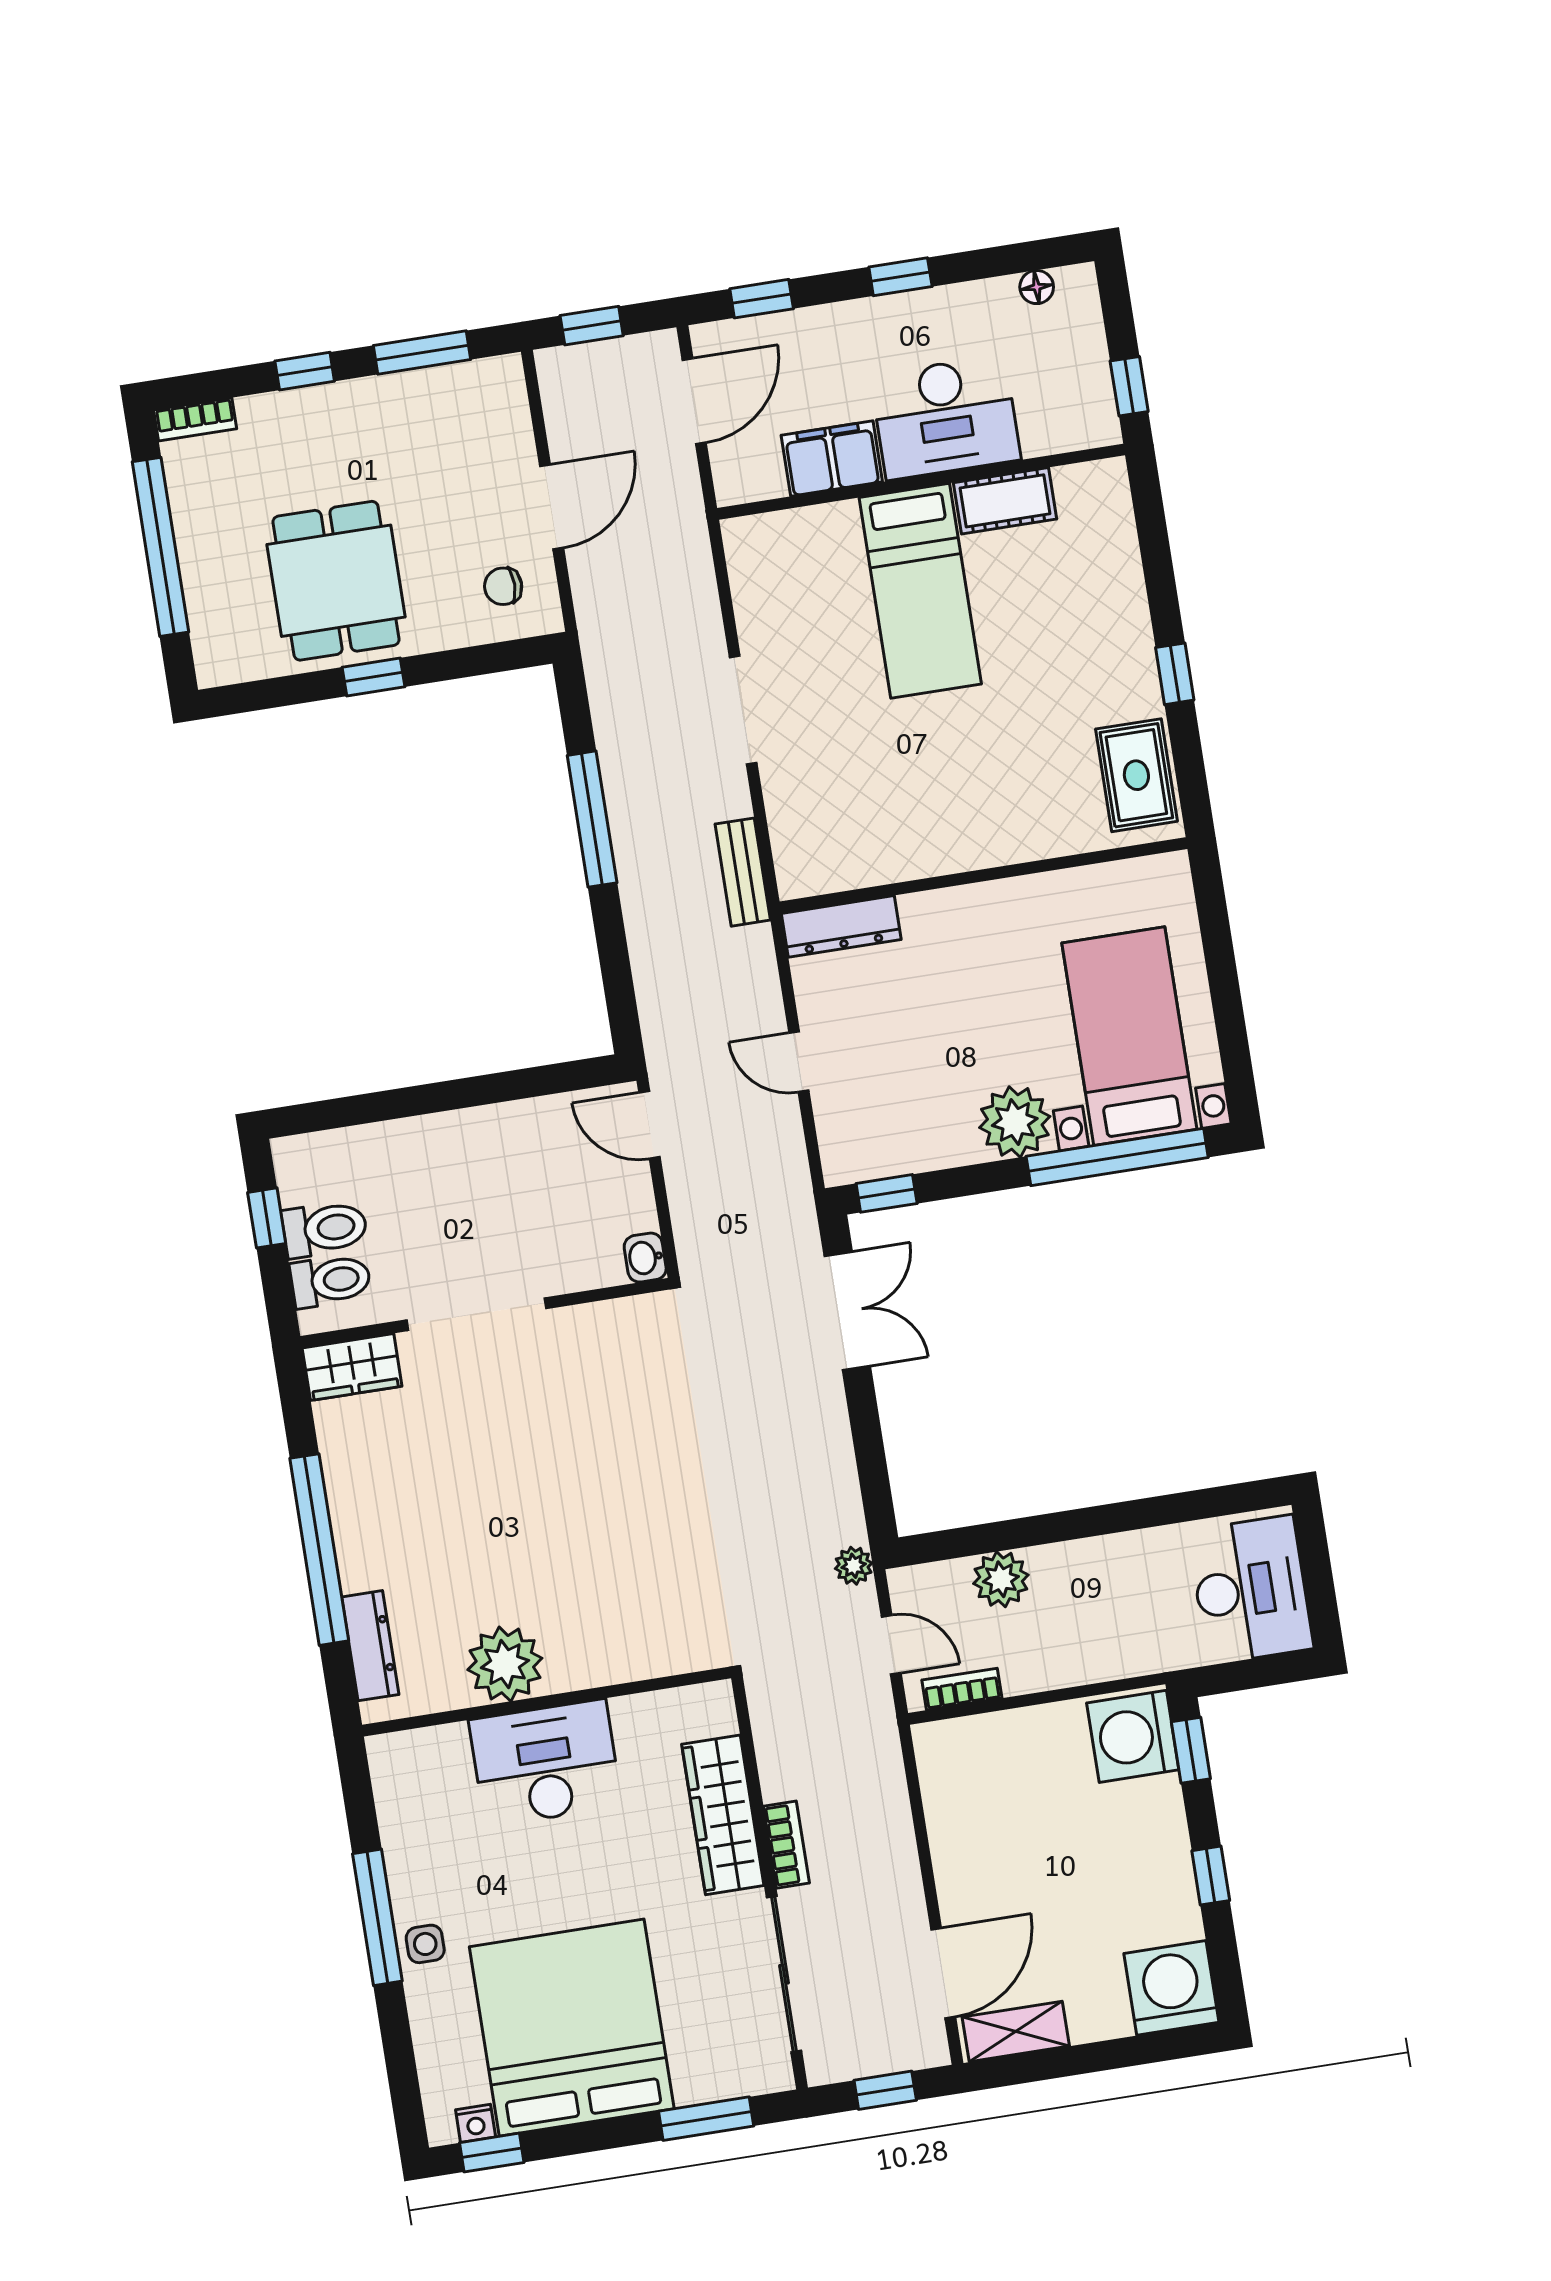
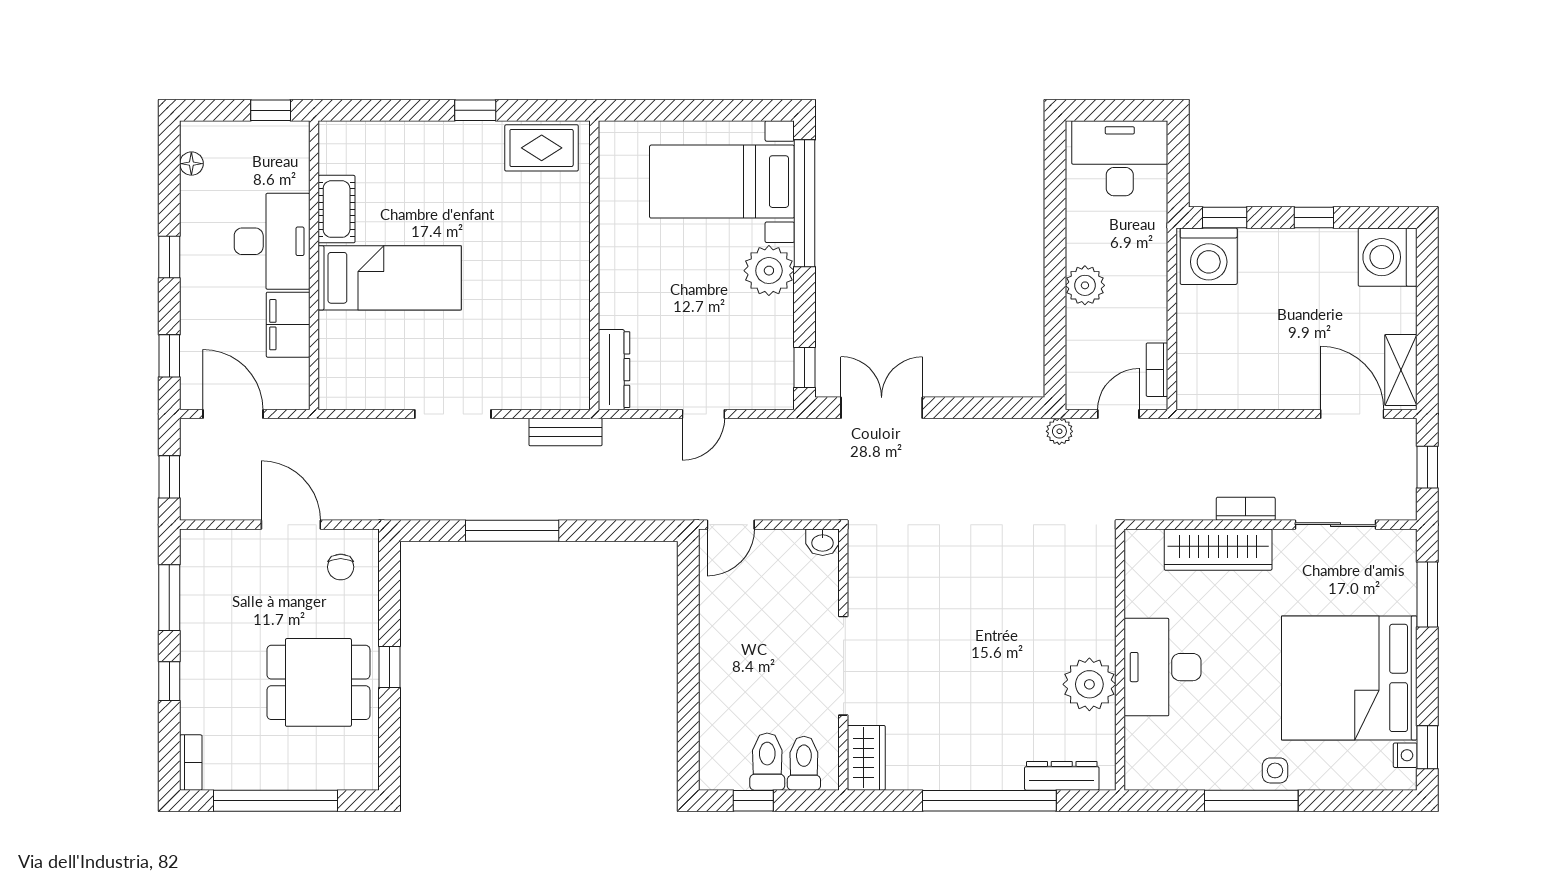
plant: (1001, 1579) -> (1085, 285), moved
sliding door: (784, 1974) -> (1335, 525), width x0.73

